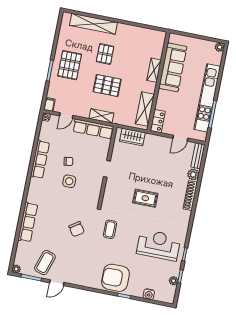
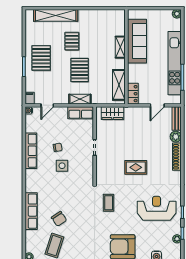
pallet: (107, 85) -> (80, 70), turned 90
row of seats: (93, 129) -> (81, 113), width x0.68
chair: (77, 229) -> (59, 219), moved

